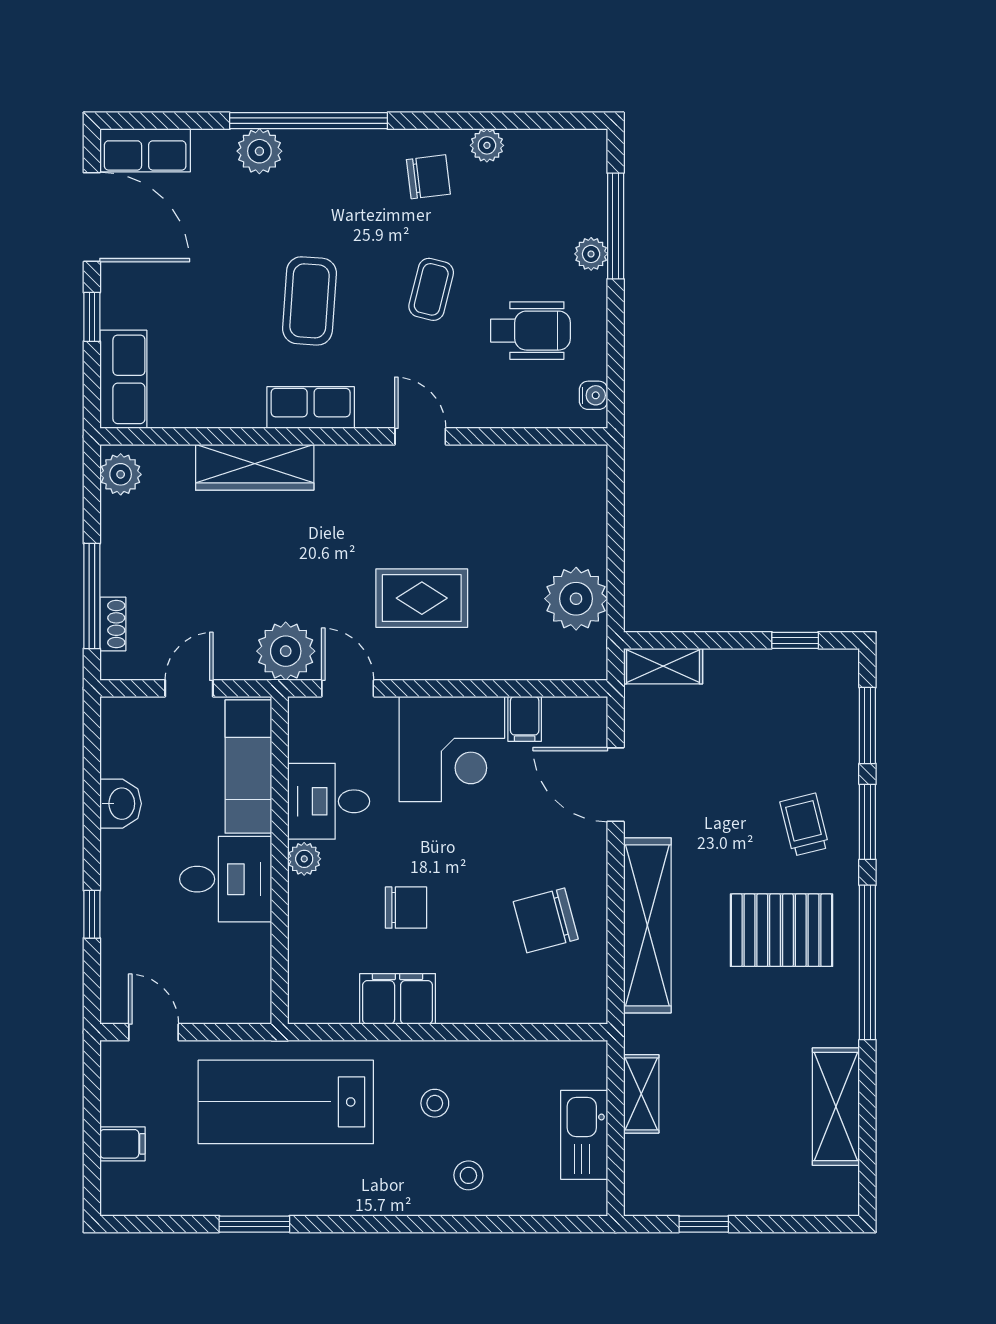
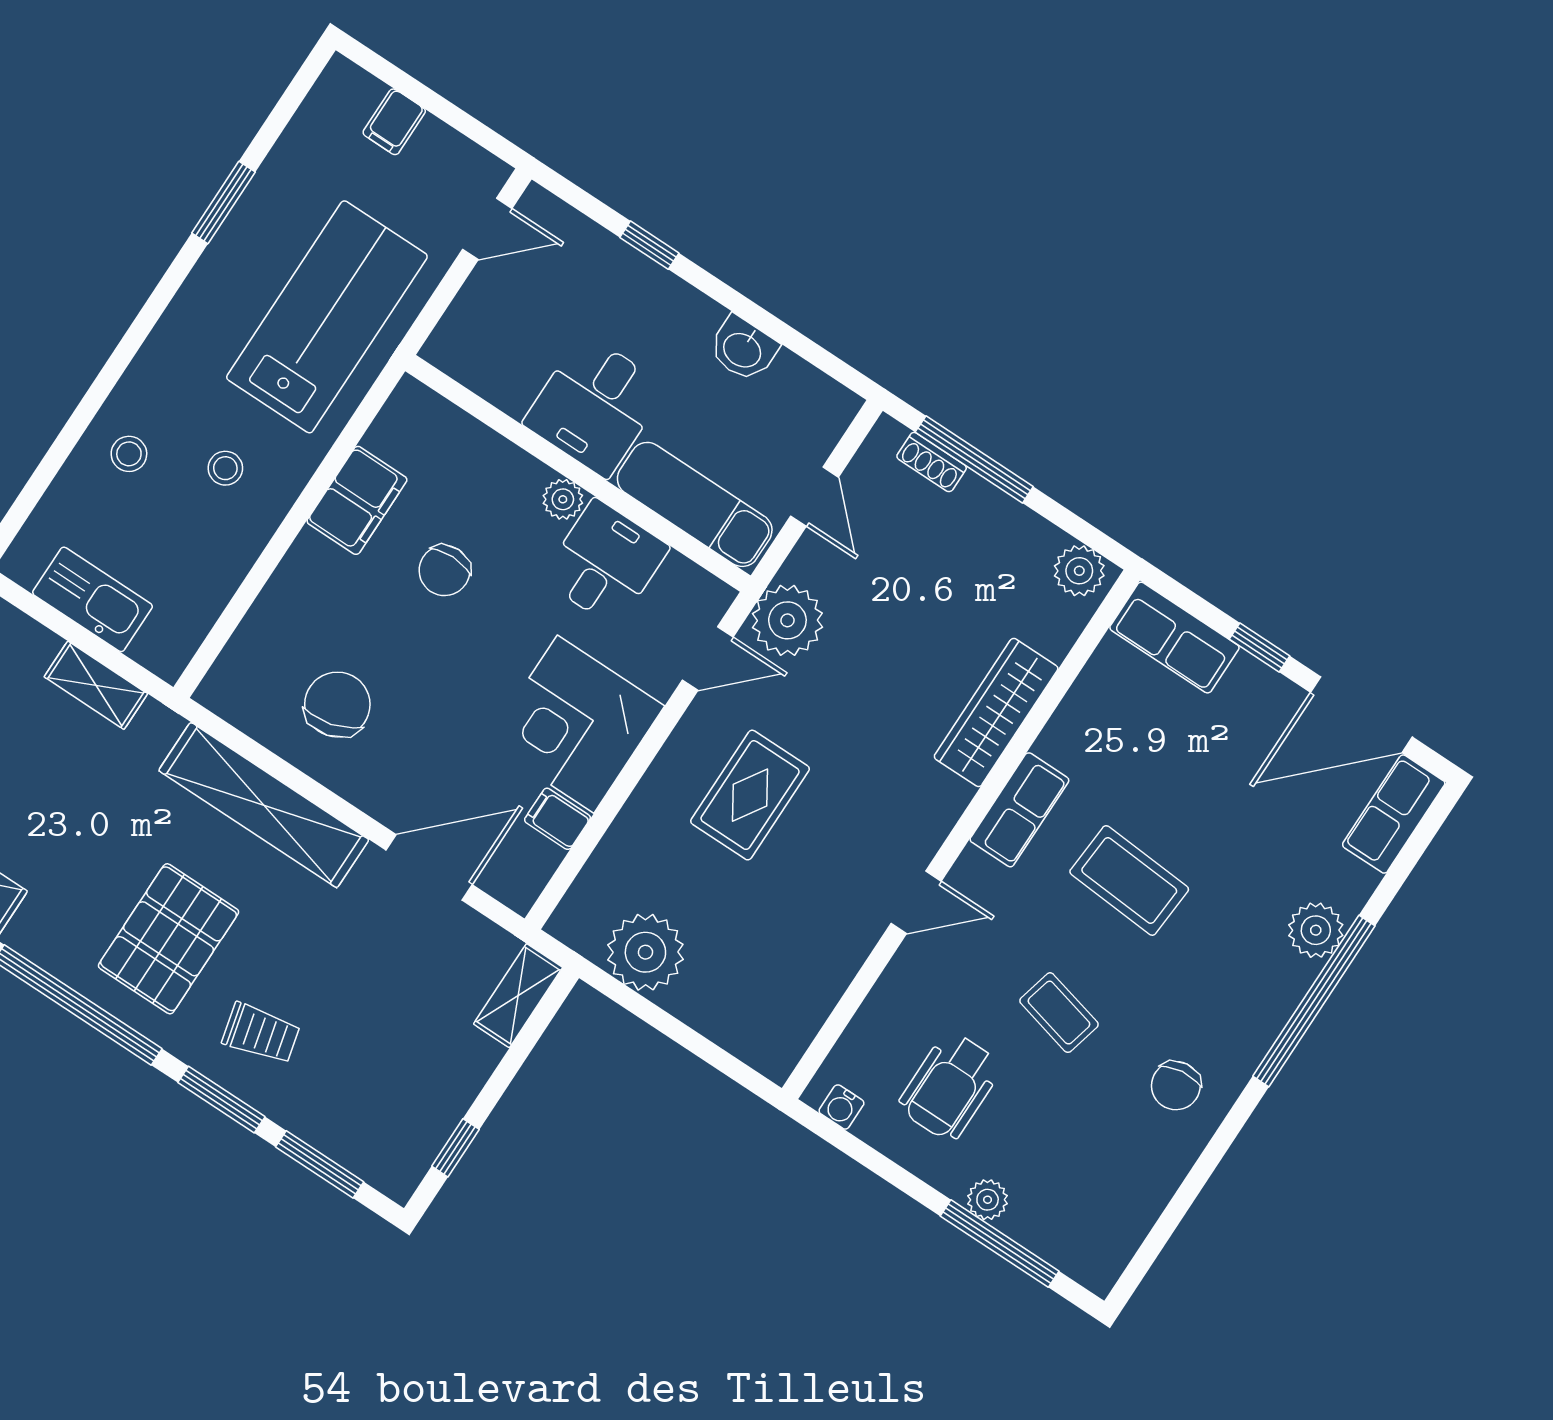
plant: (487, 145) -> (1169, 1167), removed

